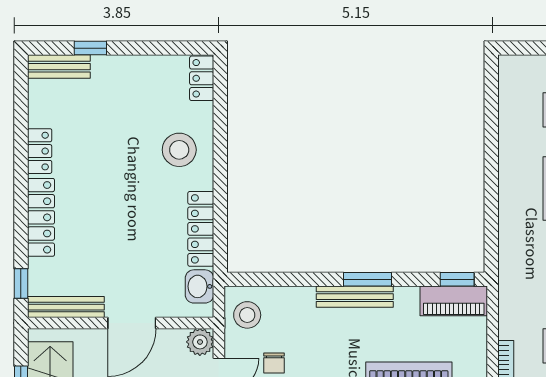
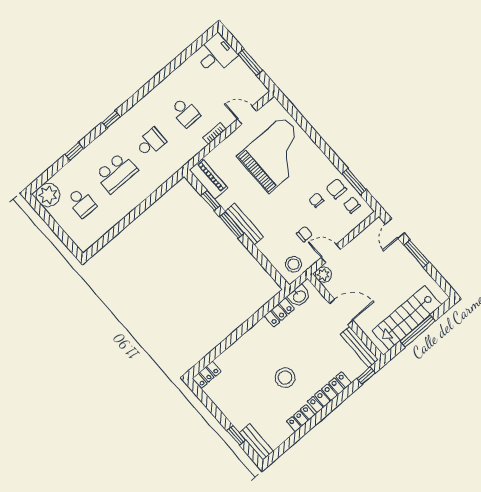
stool: (179, 150) -> (285, 378), moved
locker: (201, 229) -> (279, 312), width x0.66
window: (457, 279) -> (210, 200), moved

